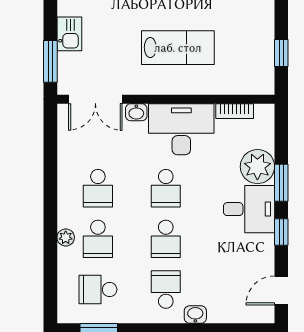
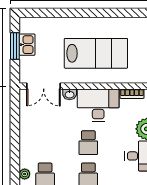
lab bench: (178, 48) -> (96, 53), width x1.36, depth x1.39
window: (50, 61) -> (15, 46), moved
school desk: (98, 188) -> (45, 143), removed

